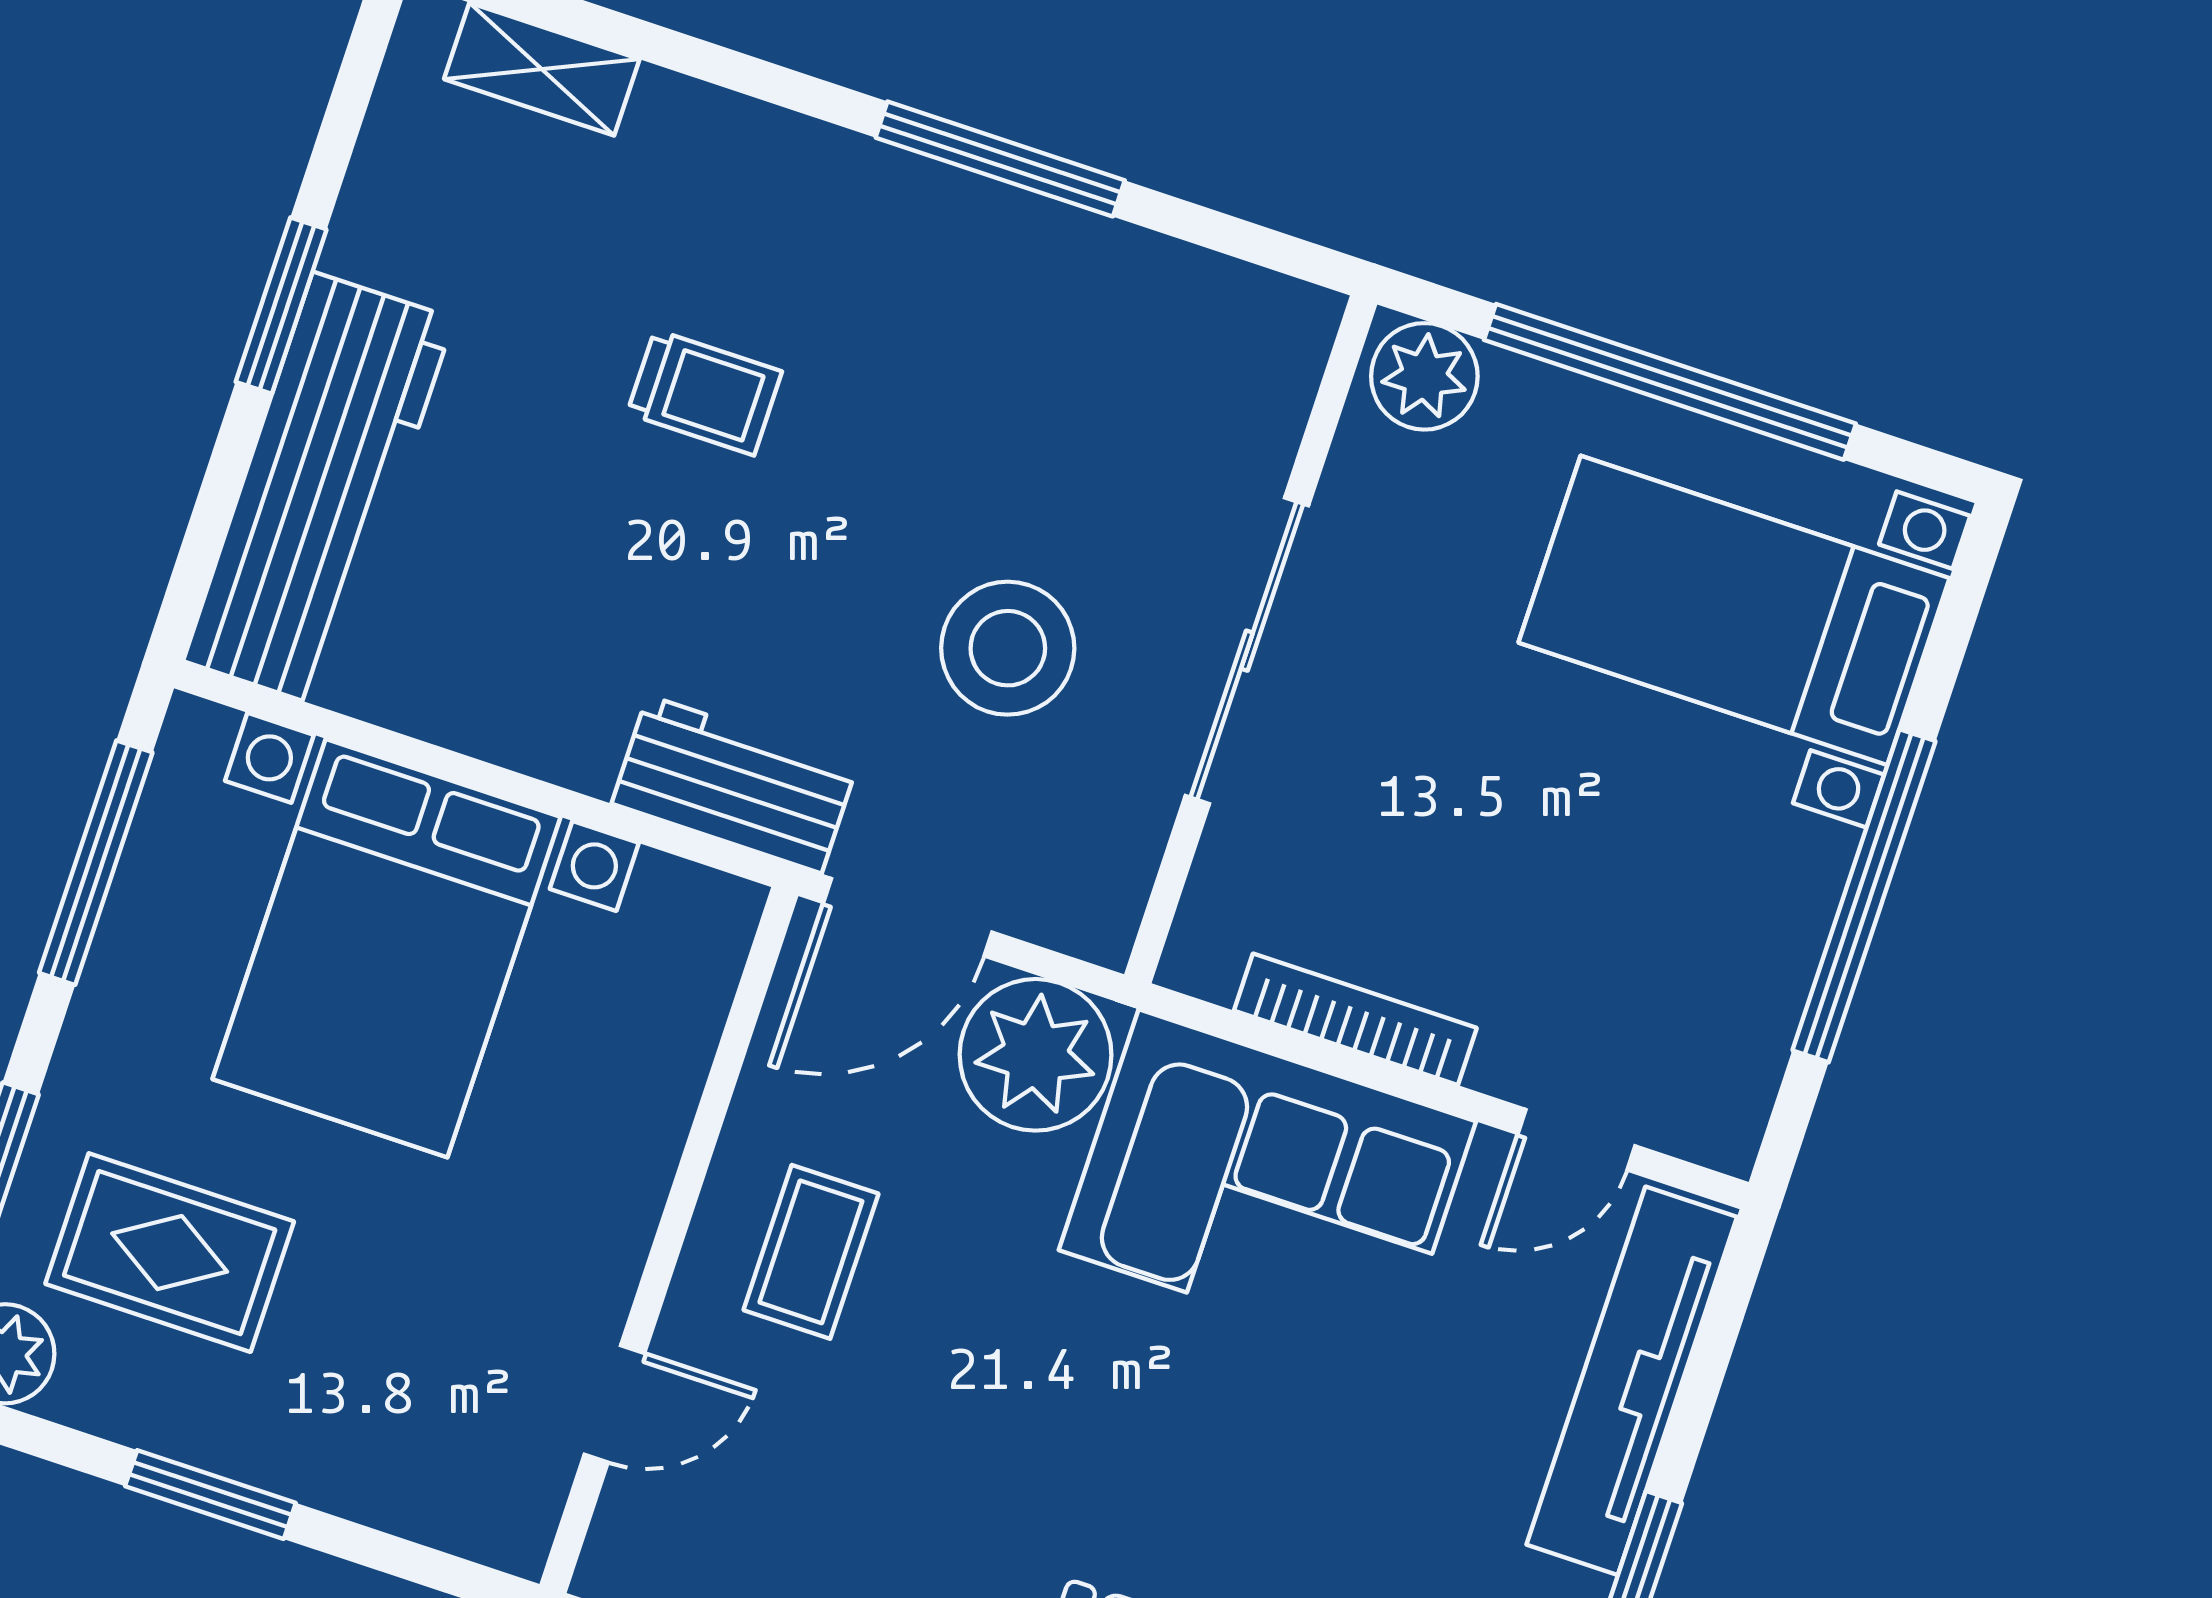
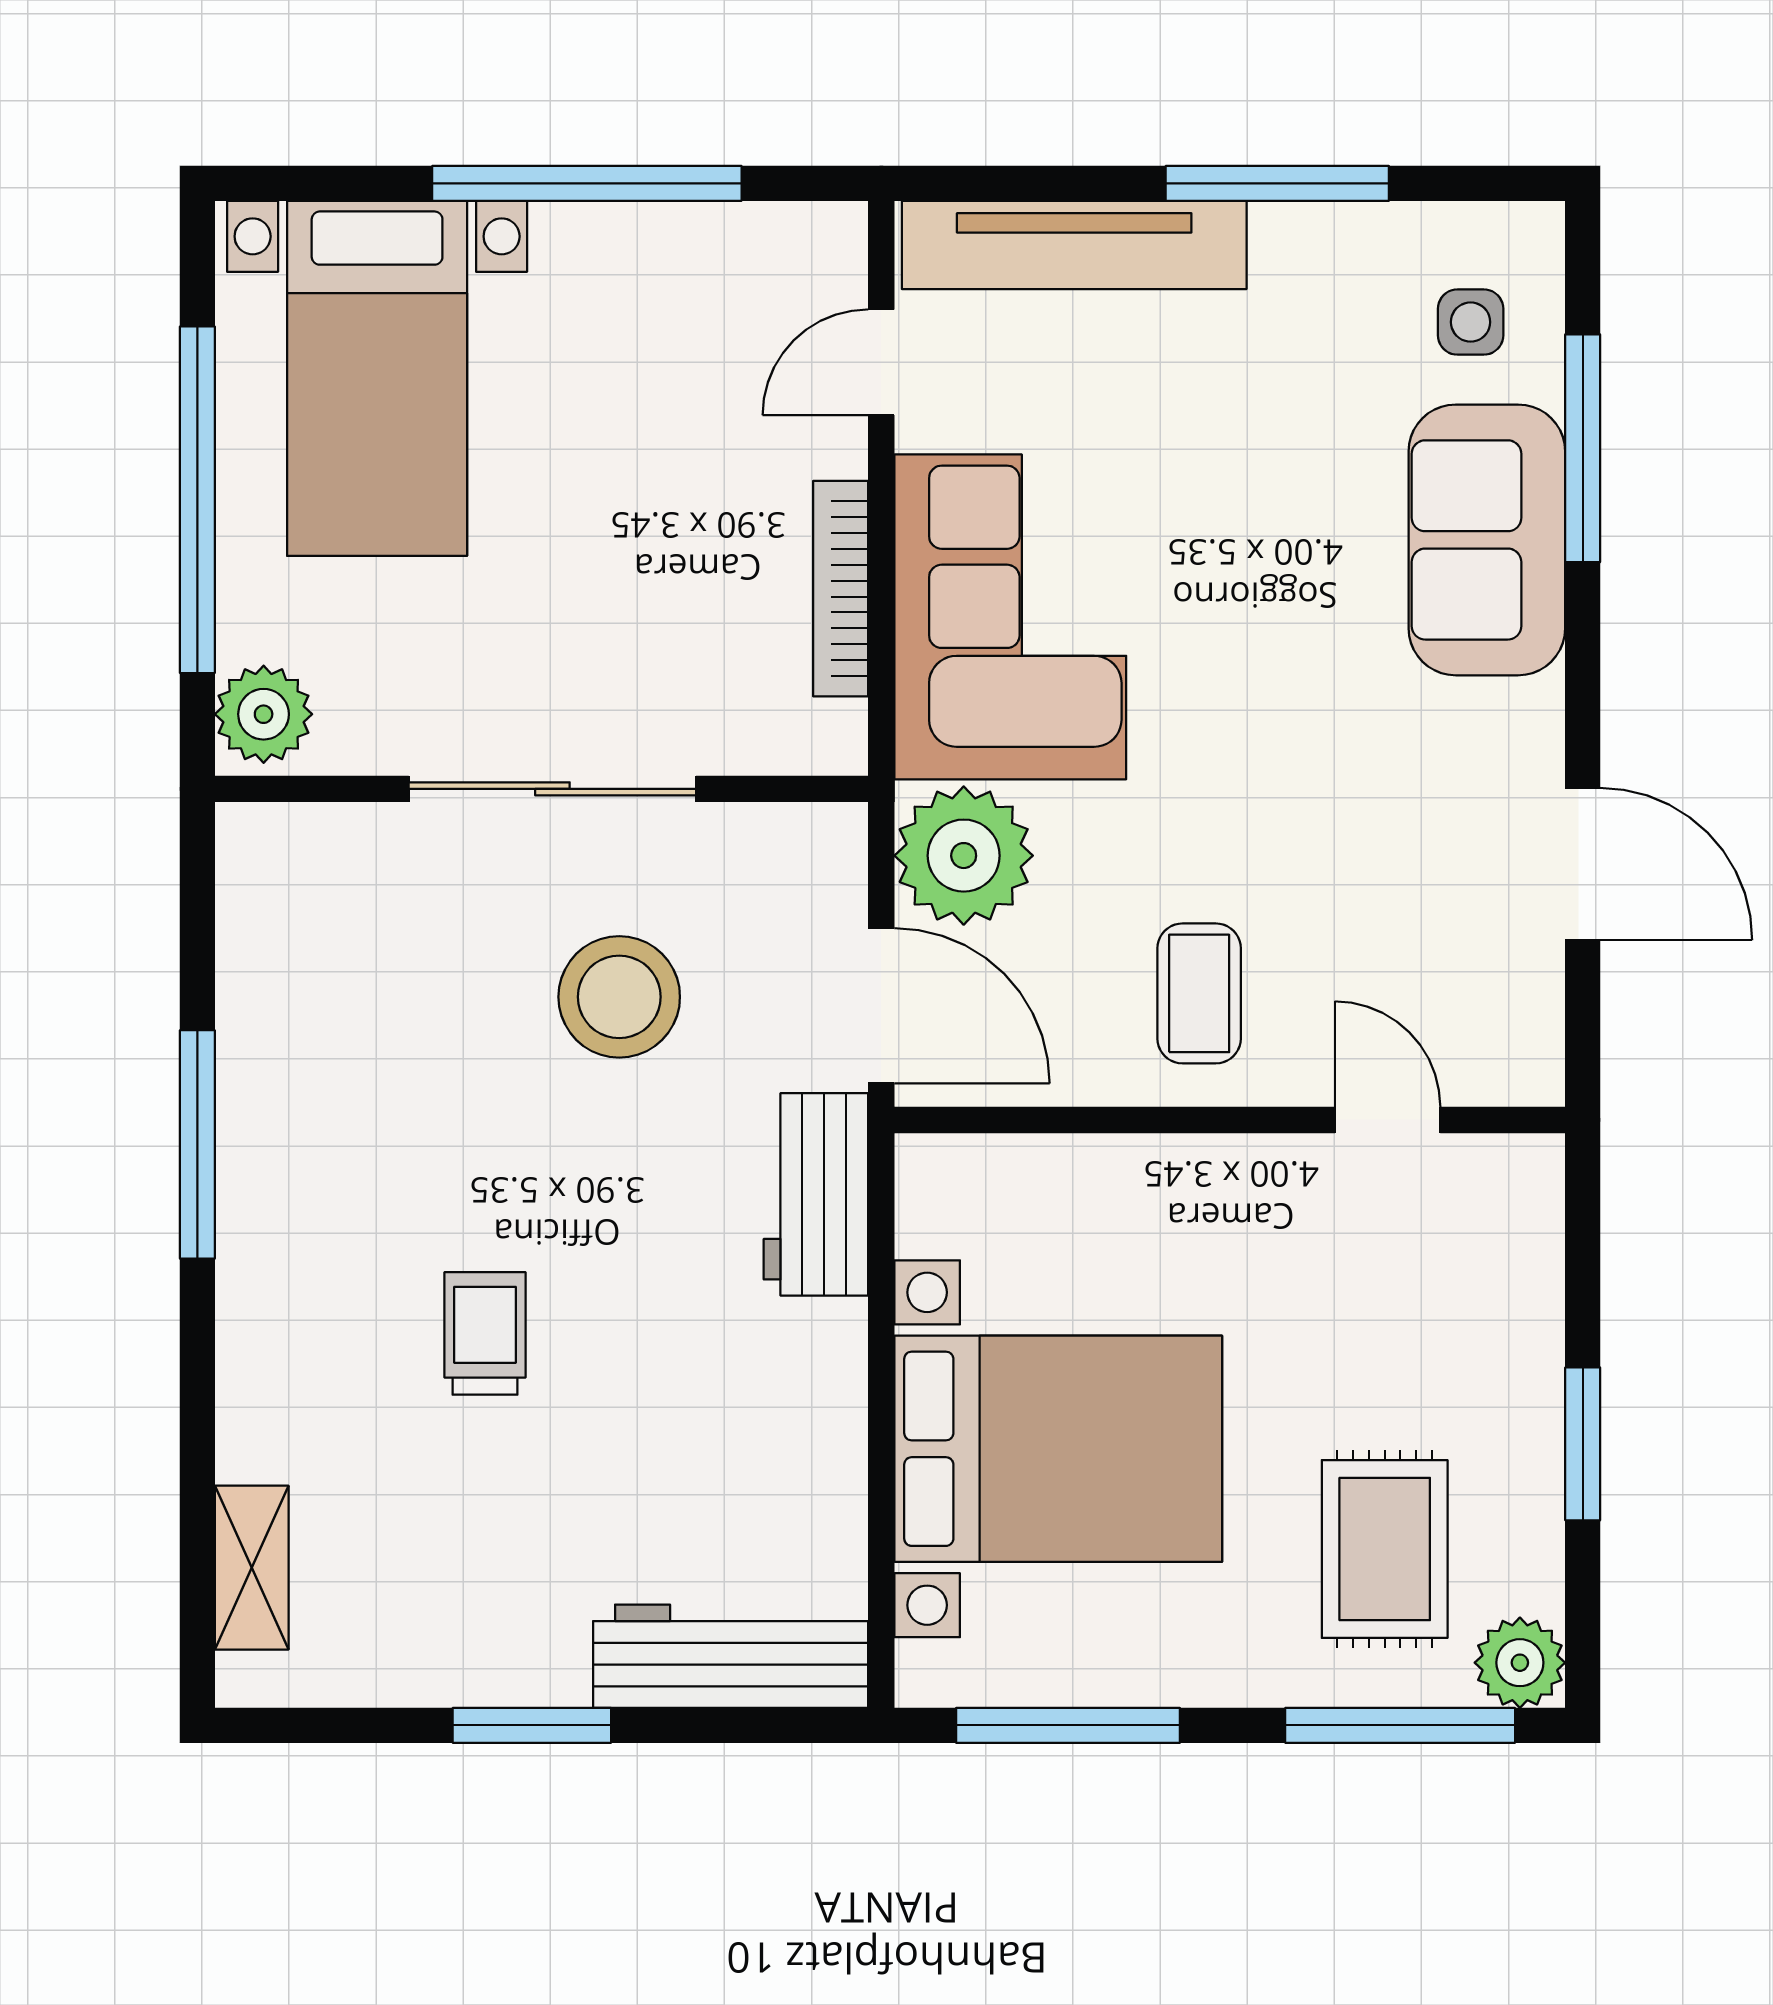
workbench: (319, 490) -> (731, 1656), width x0.73, depth x0.76
door: (1576, 1140) -> (881, 362), swing flipped
coffee table: (811, 1252) -> (1199, 993), turned 90

